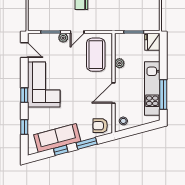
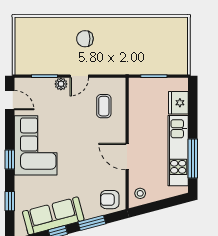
fridge: (152, 42) -> (178, 103), moved
coffee table: (96, 55) -> (104, 106), width x0.54, depth x0.58
plant: (119, 63) -> (135, 117), removed
door: (113, 93) -> (127, 157), hinge flipped

